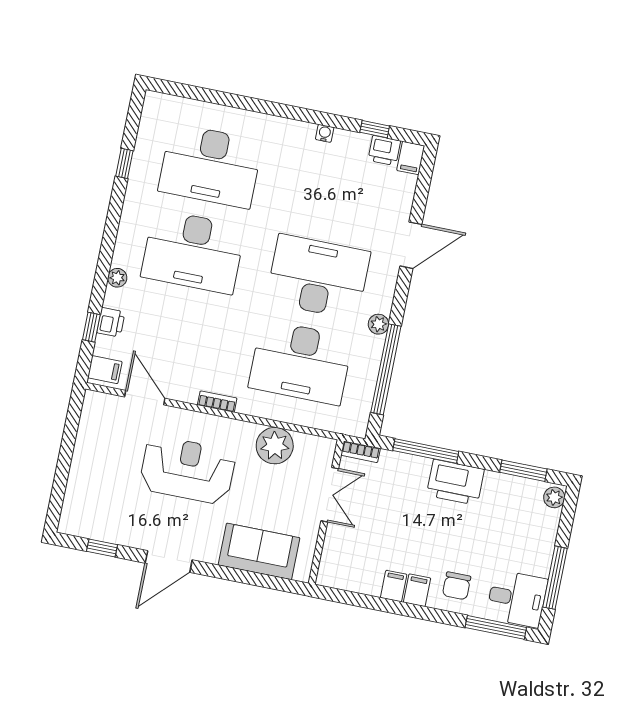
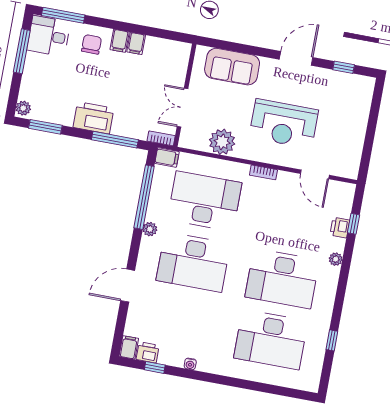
desk: (210, 166) -> (271, 340), turned 180
desk: (193, 252) -> (282, 279), turned 180
filing cabinet: (105, 370) -> (167, 157), moved, turned 180

